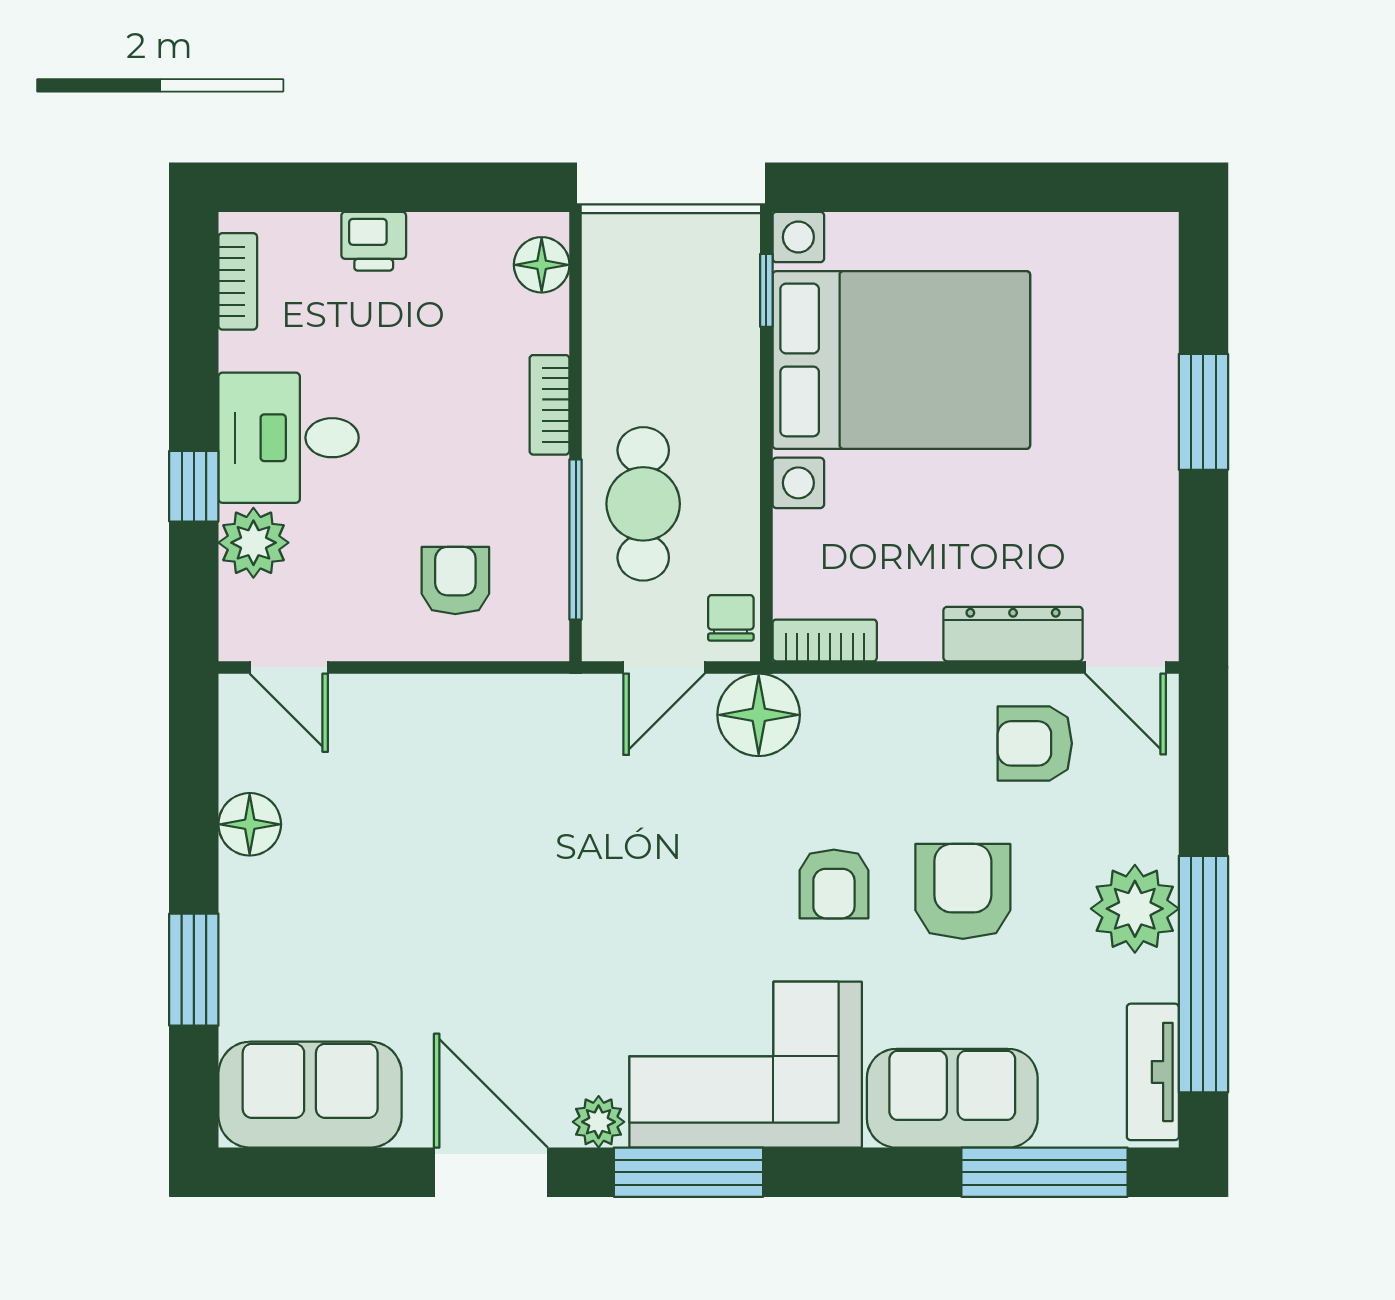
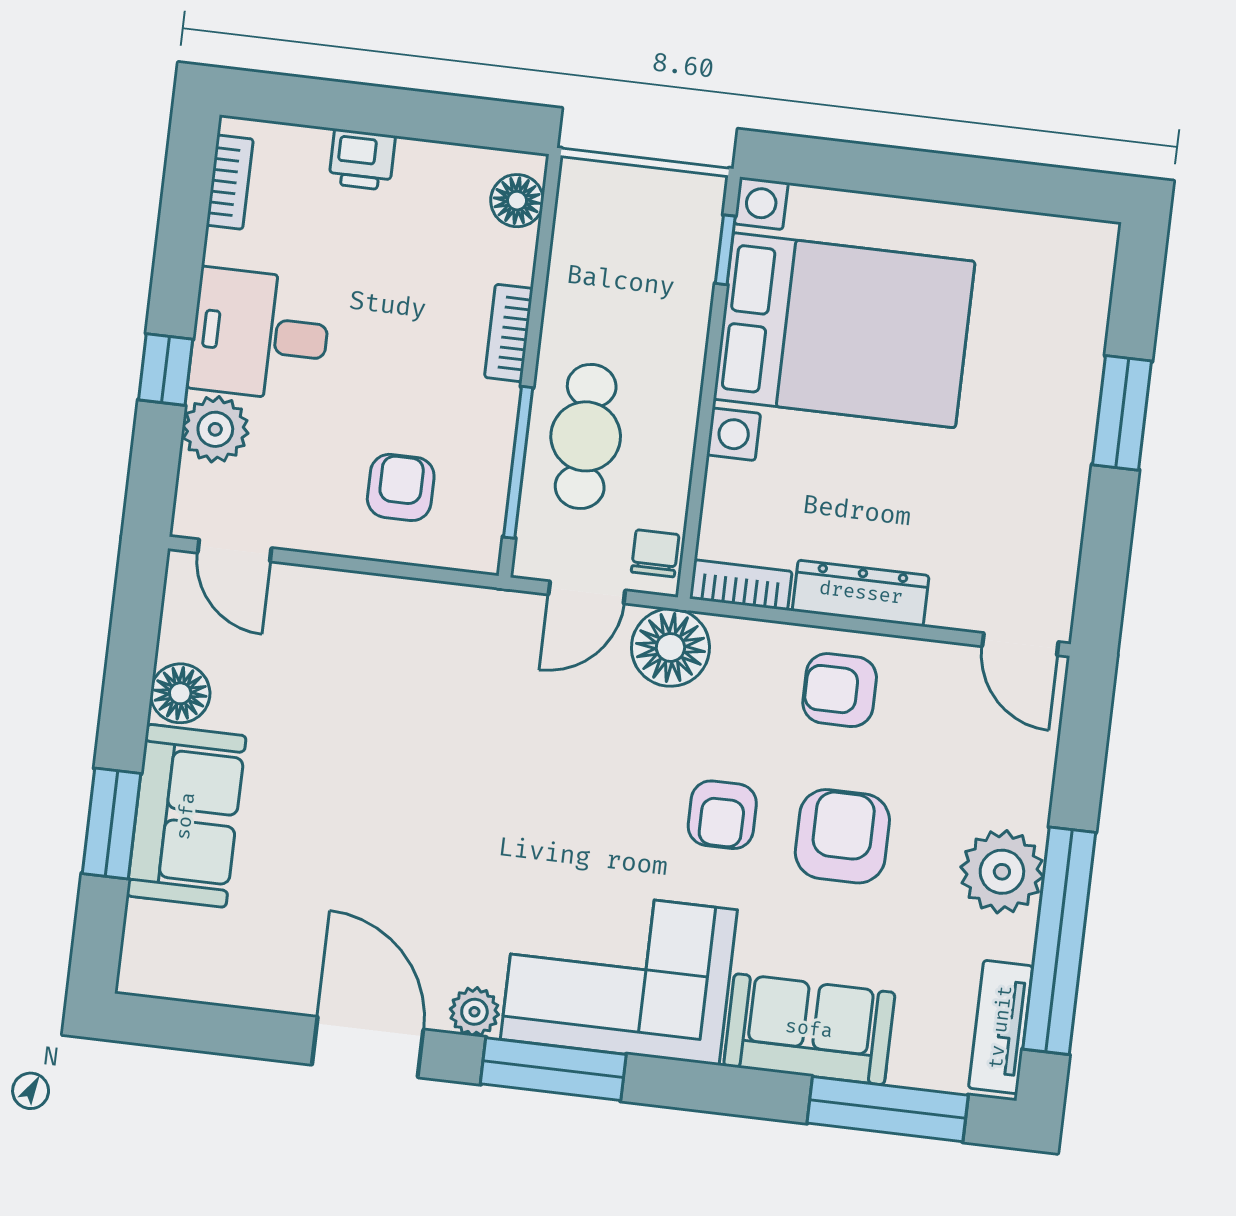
dresser: (1013, 634) -> (861, 593), moved
armchair: (1035, 743) -> (840, 690), moved
sofa: (310, 1095) -> (186, 816), moved, turned 90

